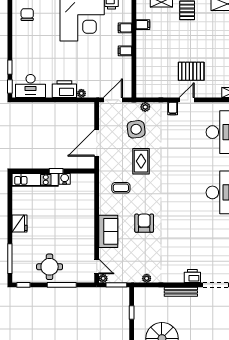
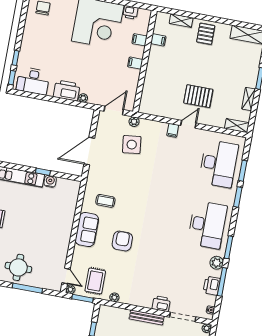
plant: (145, 107) -> (134, 122), moved
rug: (141, 161) -> (95, 281), moved
sofa: (108, 231) -> (87, 230), moved

